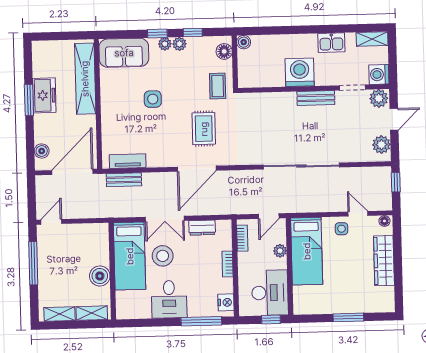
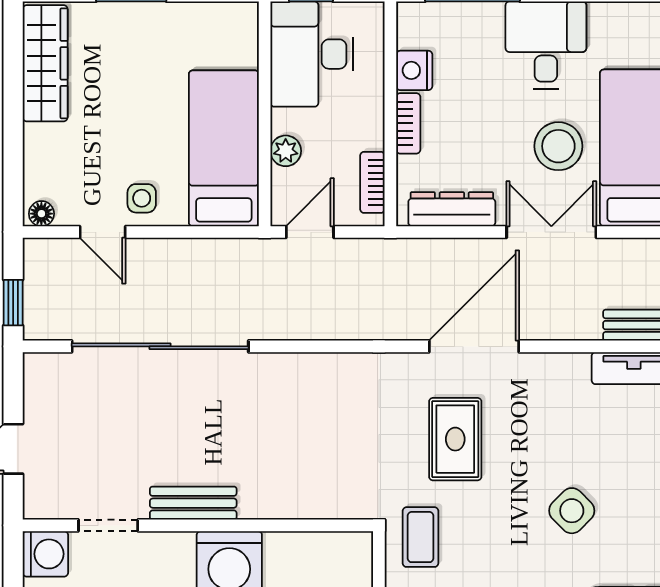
plant: (379, 98) -> (47, 498), removed
side table: (153, 99) -> (572, 511), turned 45
plant: (381, 145) -> (44, 391), removed
sliding door: (301, 166) -> (160, 346), moved
dresser: (202, 228) -> (452, 209), width x1.44
wardrobe: (384, 261) -> (45, 63), moved
nightstand: (226, 302) -> (414, 70), moved

